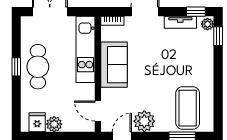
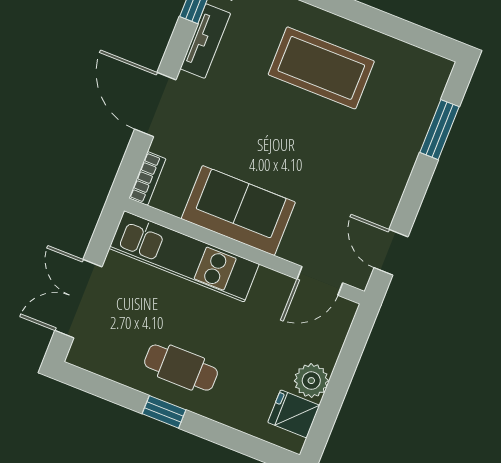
cafe table: (38, 67) -> (181, 368), width x0.73, depth x0.74
coffee table: (188, 108) -> (321, 68), moved
plant: (144, 121) -> (378, 195), removed

